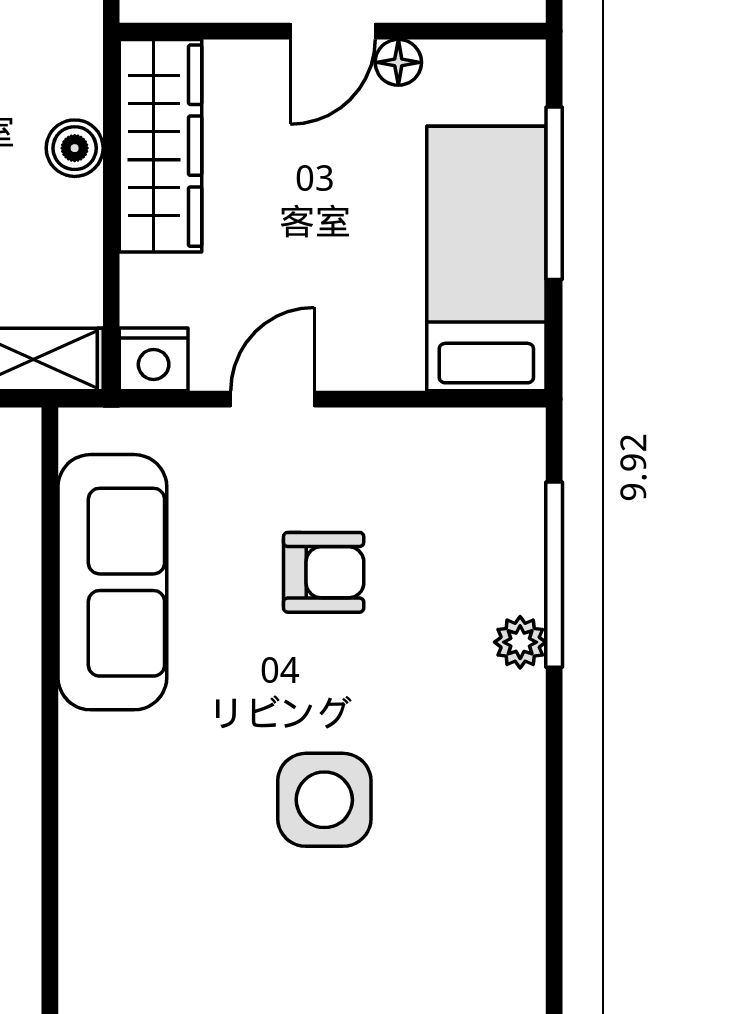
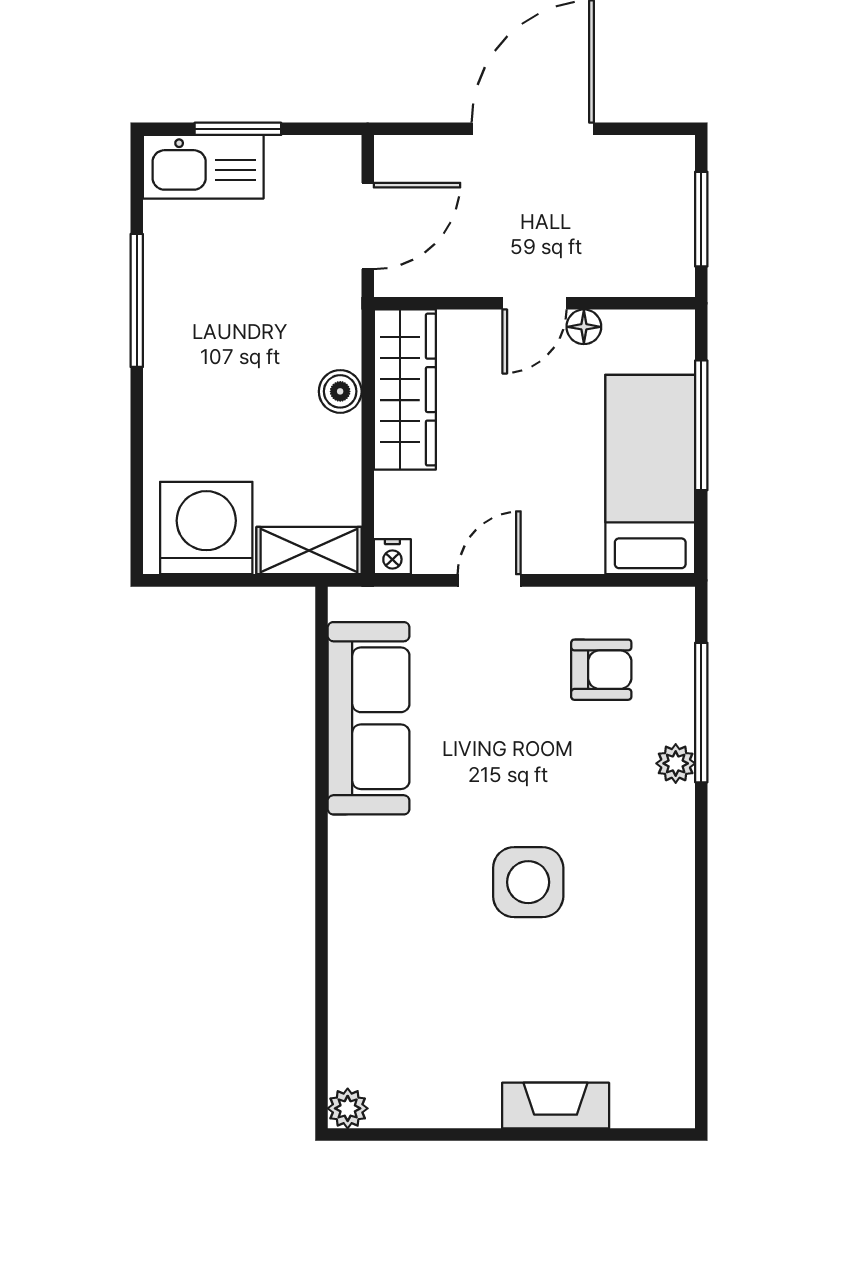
nightstand: (154, 359) -> (392, 557), width x0.72, depth x0.74
armchair: (324, 572) -> (601, 670), moved

